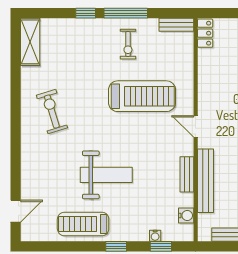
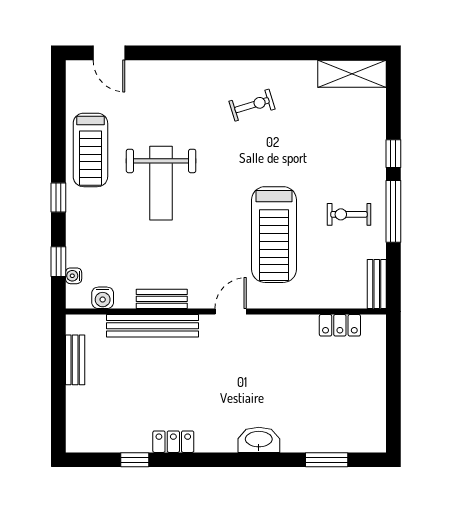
locker: (205, 33) -> (340, 325), moved
exercise bike: (52, 112) -> (252, 105), width x0.73, depth x0.72
treadmill: (83, 224) -> (90, 150), turned 180
water cooler: (155, 236) -> (74, 276), moved

